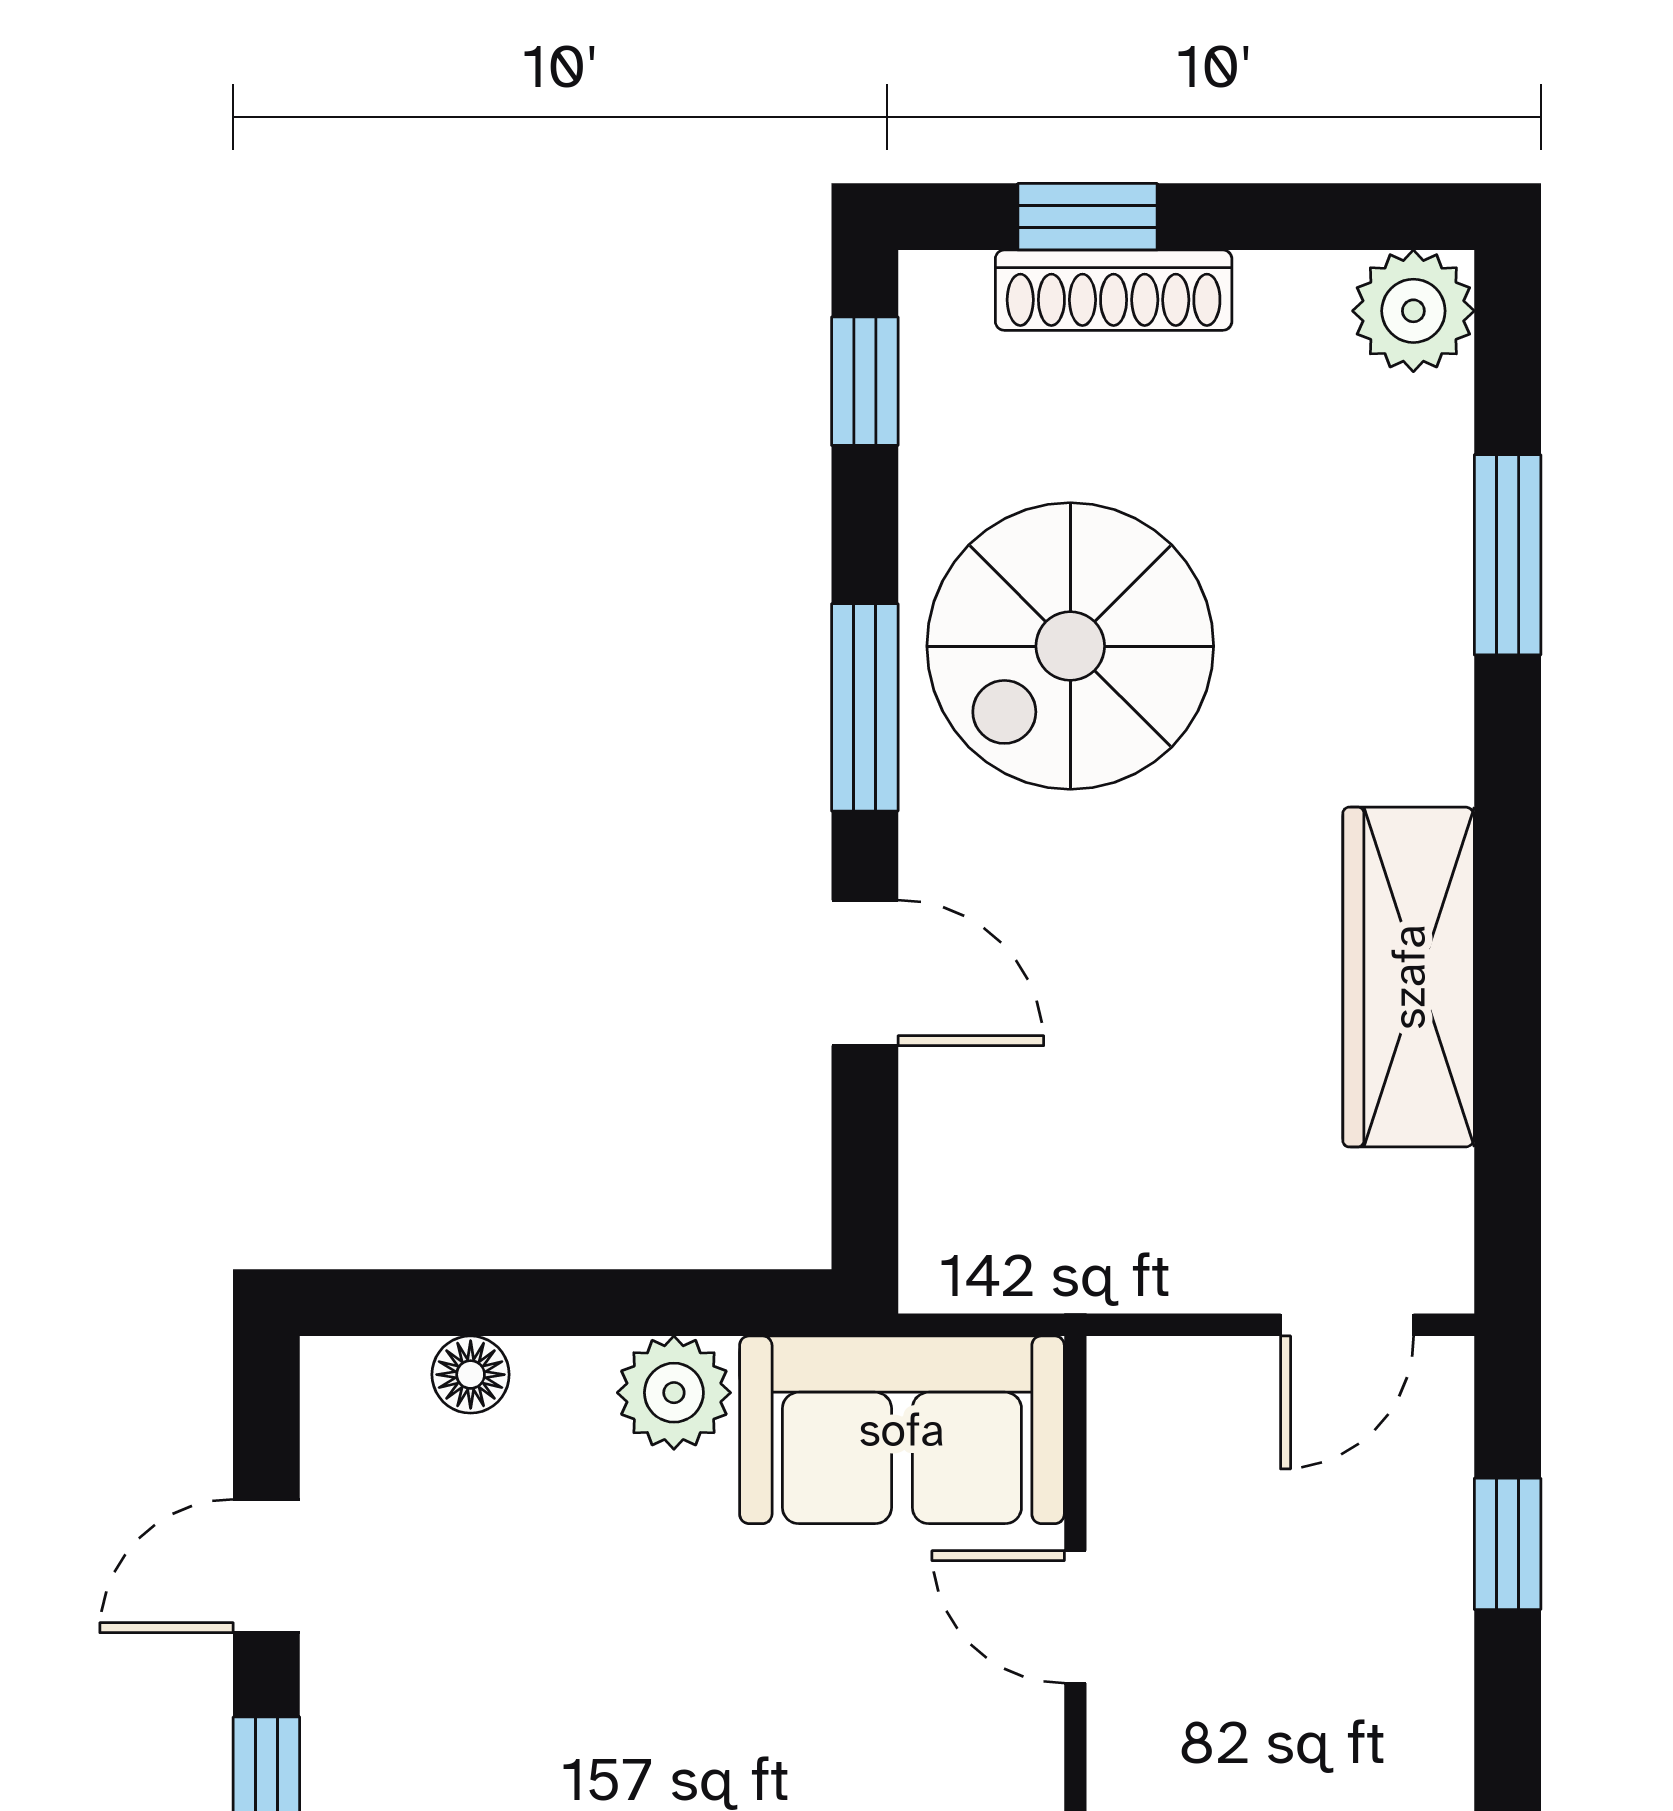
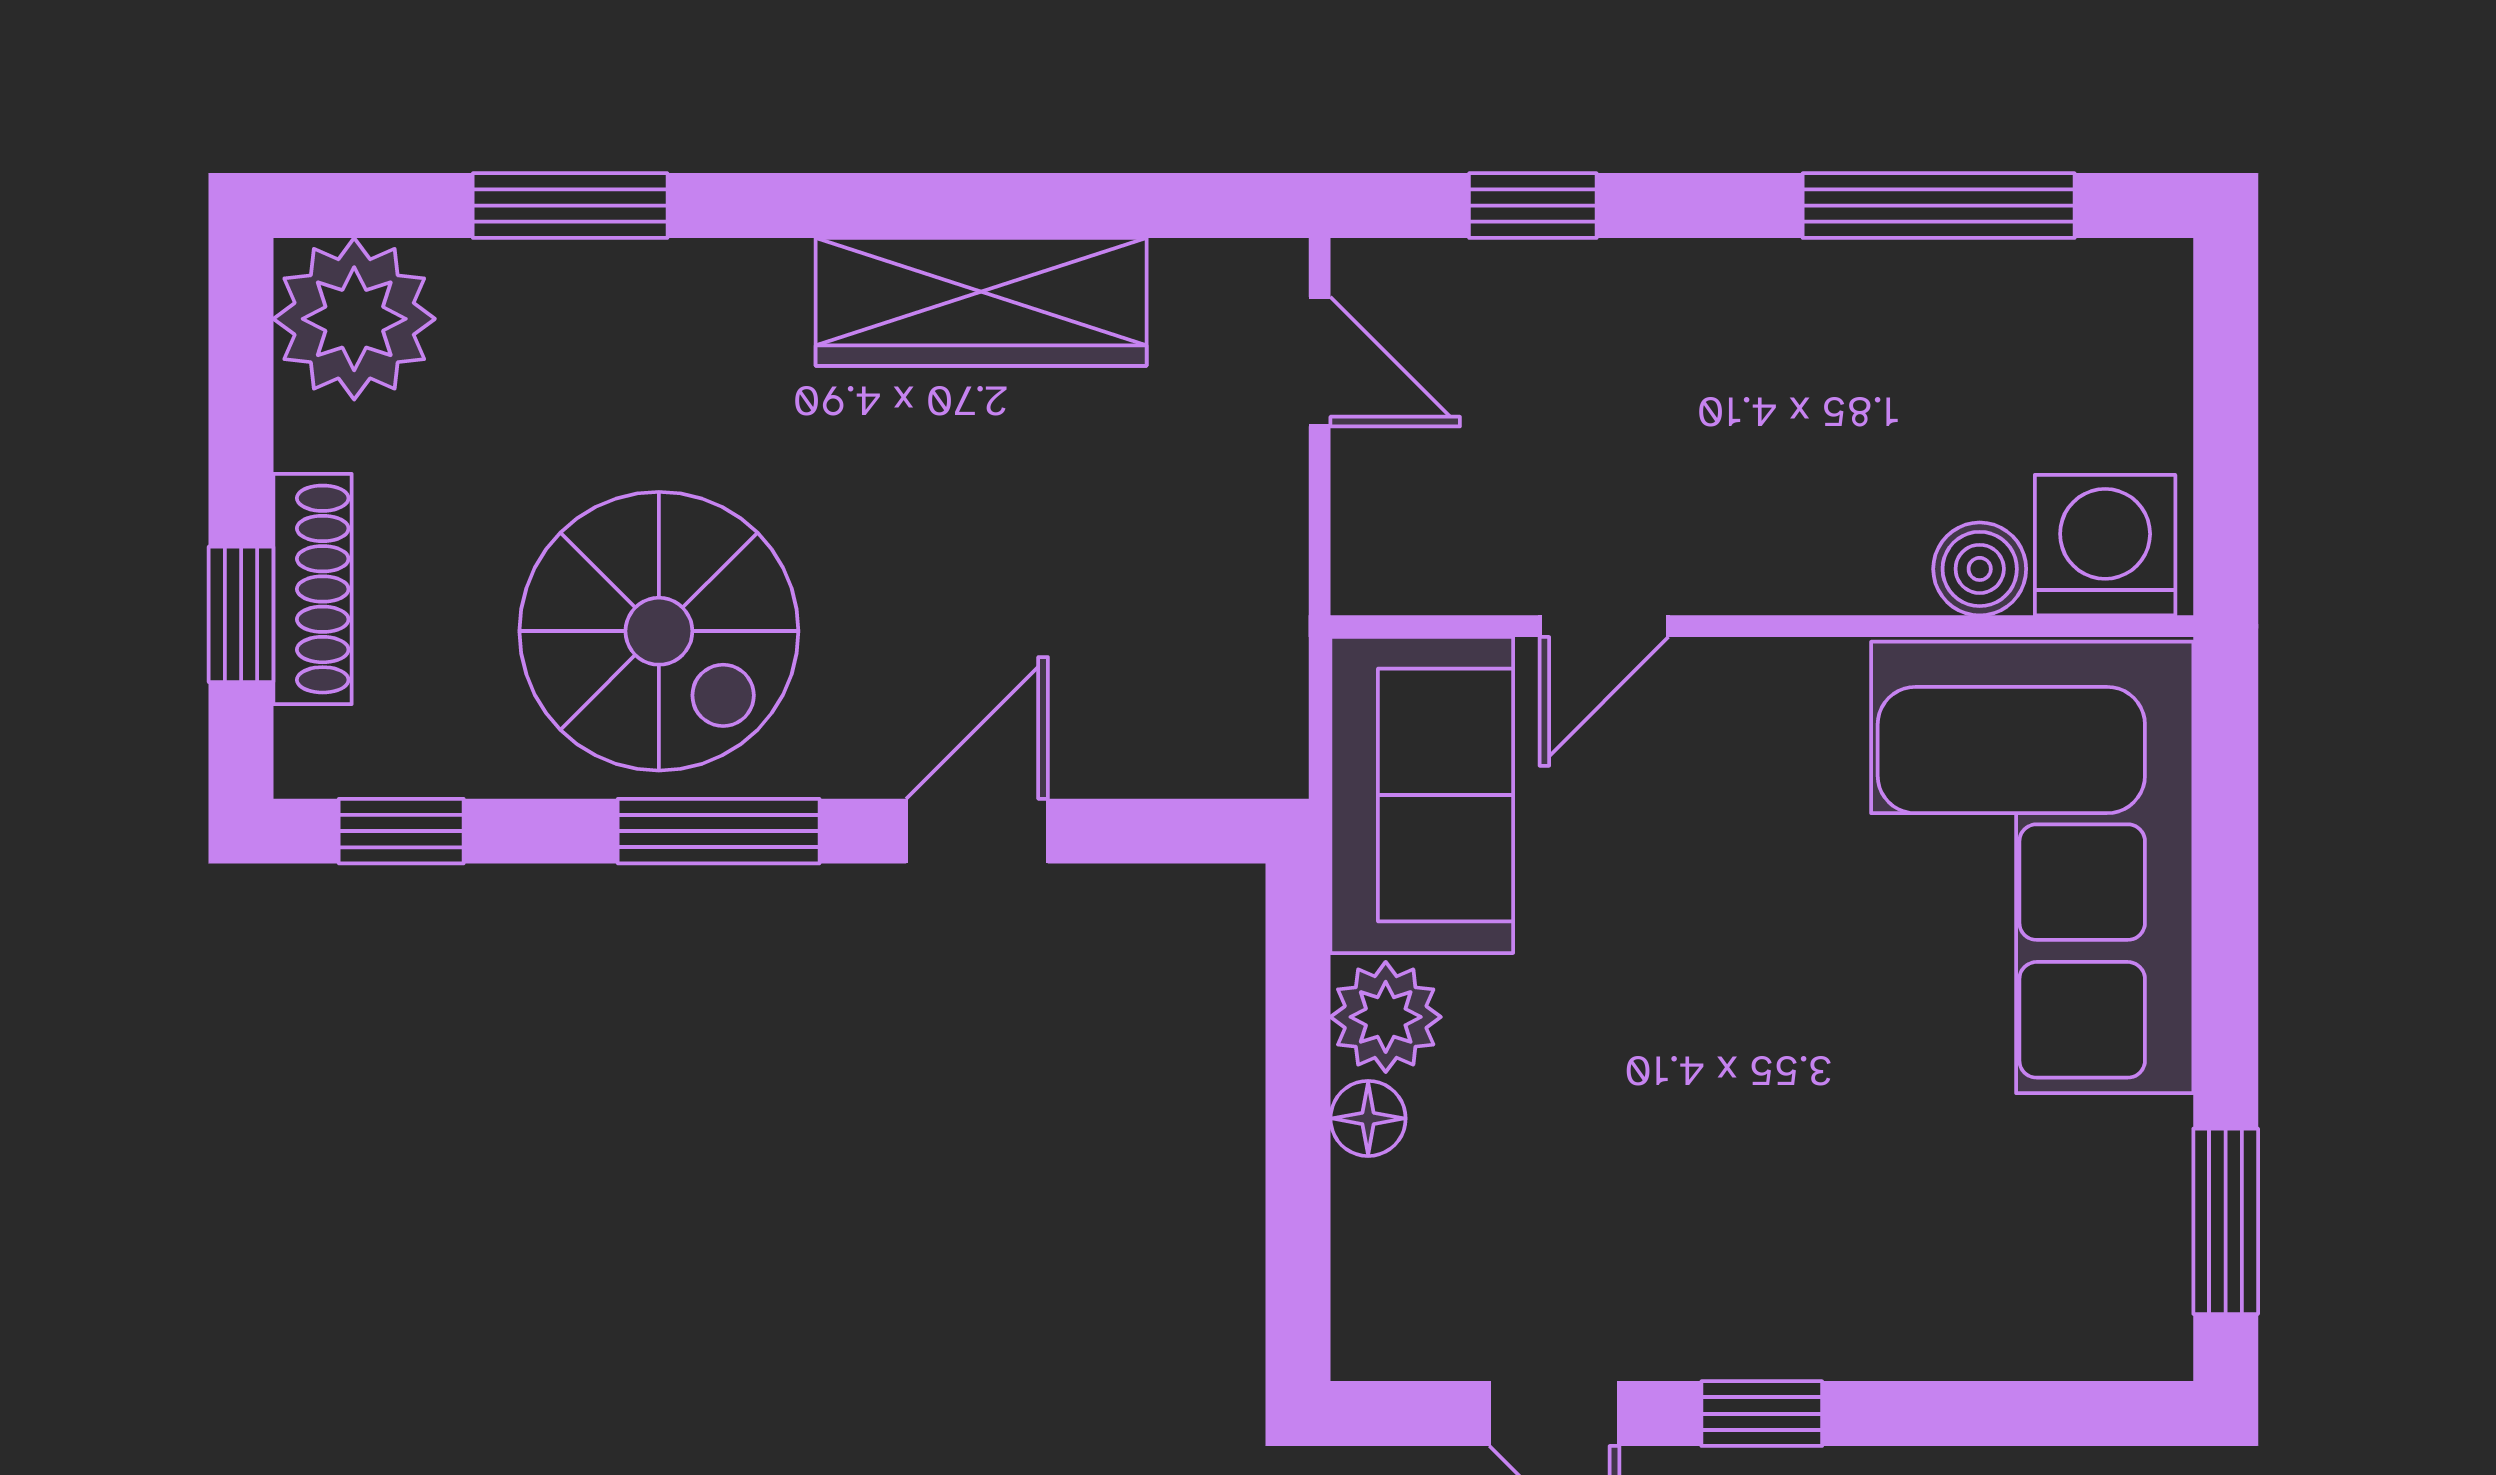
plant: (1413, 311) -> (354, 319), width x1.36, depth x1.36
floor lamp: (471, 1375) -> (1368, 1118), moved

